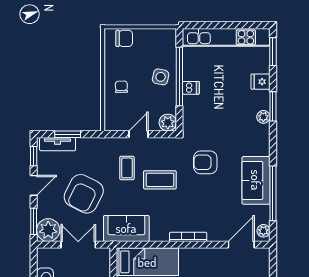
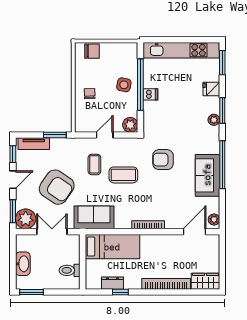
window: (68, 134) -> (55, 135), moved
window: (273, 193) -> (222, 165), moved
armchair: (84, 194) -> (57, 187), turned -83

